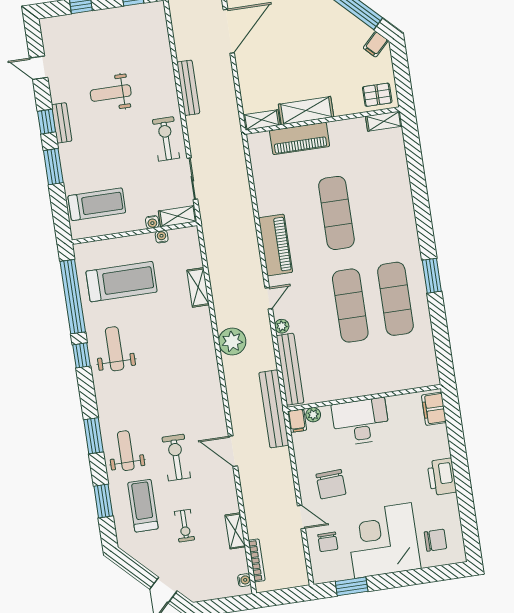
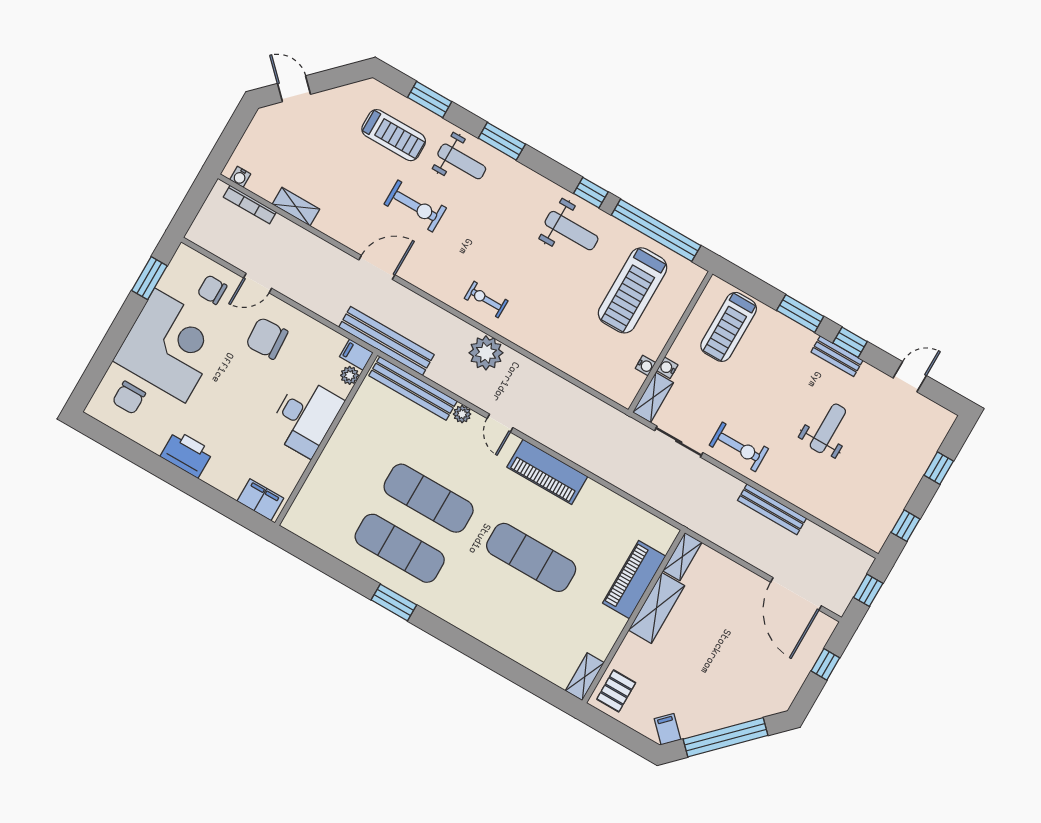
shelving: (198, 287) -> (566, 362), removed
exercise bike: (185, 526) -> (486, 300), moved

